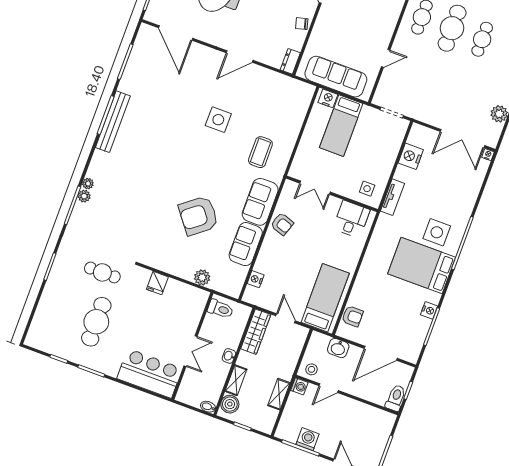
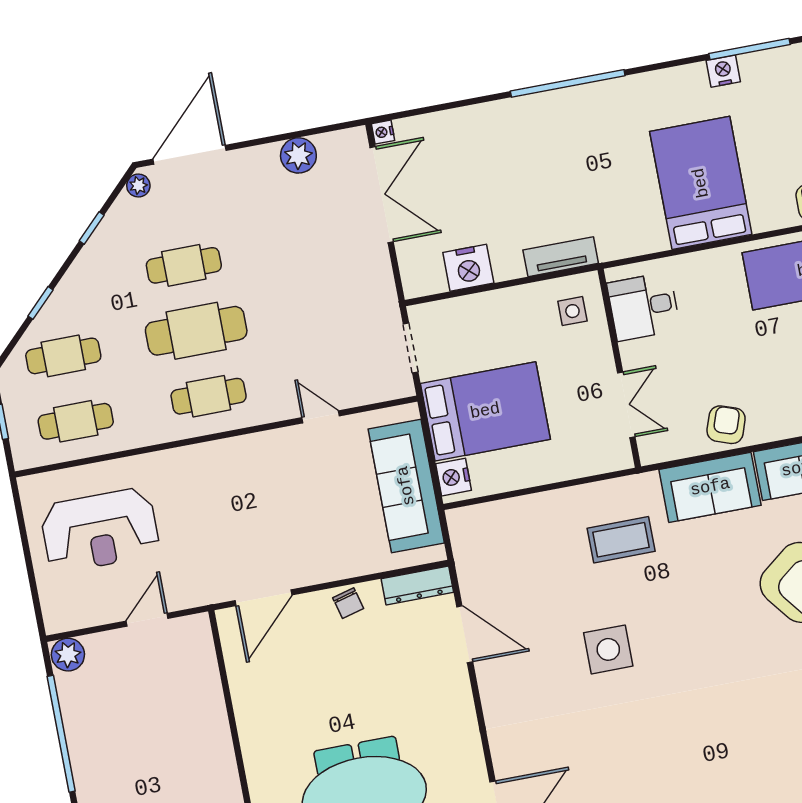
door: (240, 57) -> (465, 634), moved
dresser: (290, 61) -> (417, 585), width x1.44
bed: (341, 126) -> (485, 411), width x1.50
side table: (437, 232) -> (576, 141), removed
bed: (422, 266) -> (701, 183), moved, turned 180

